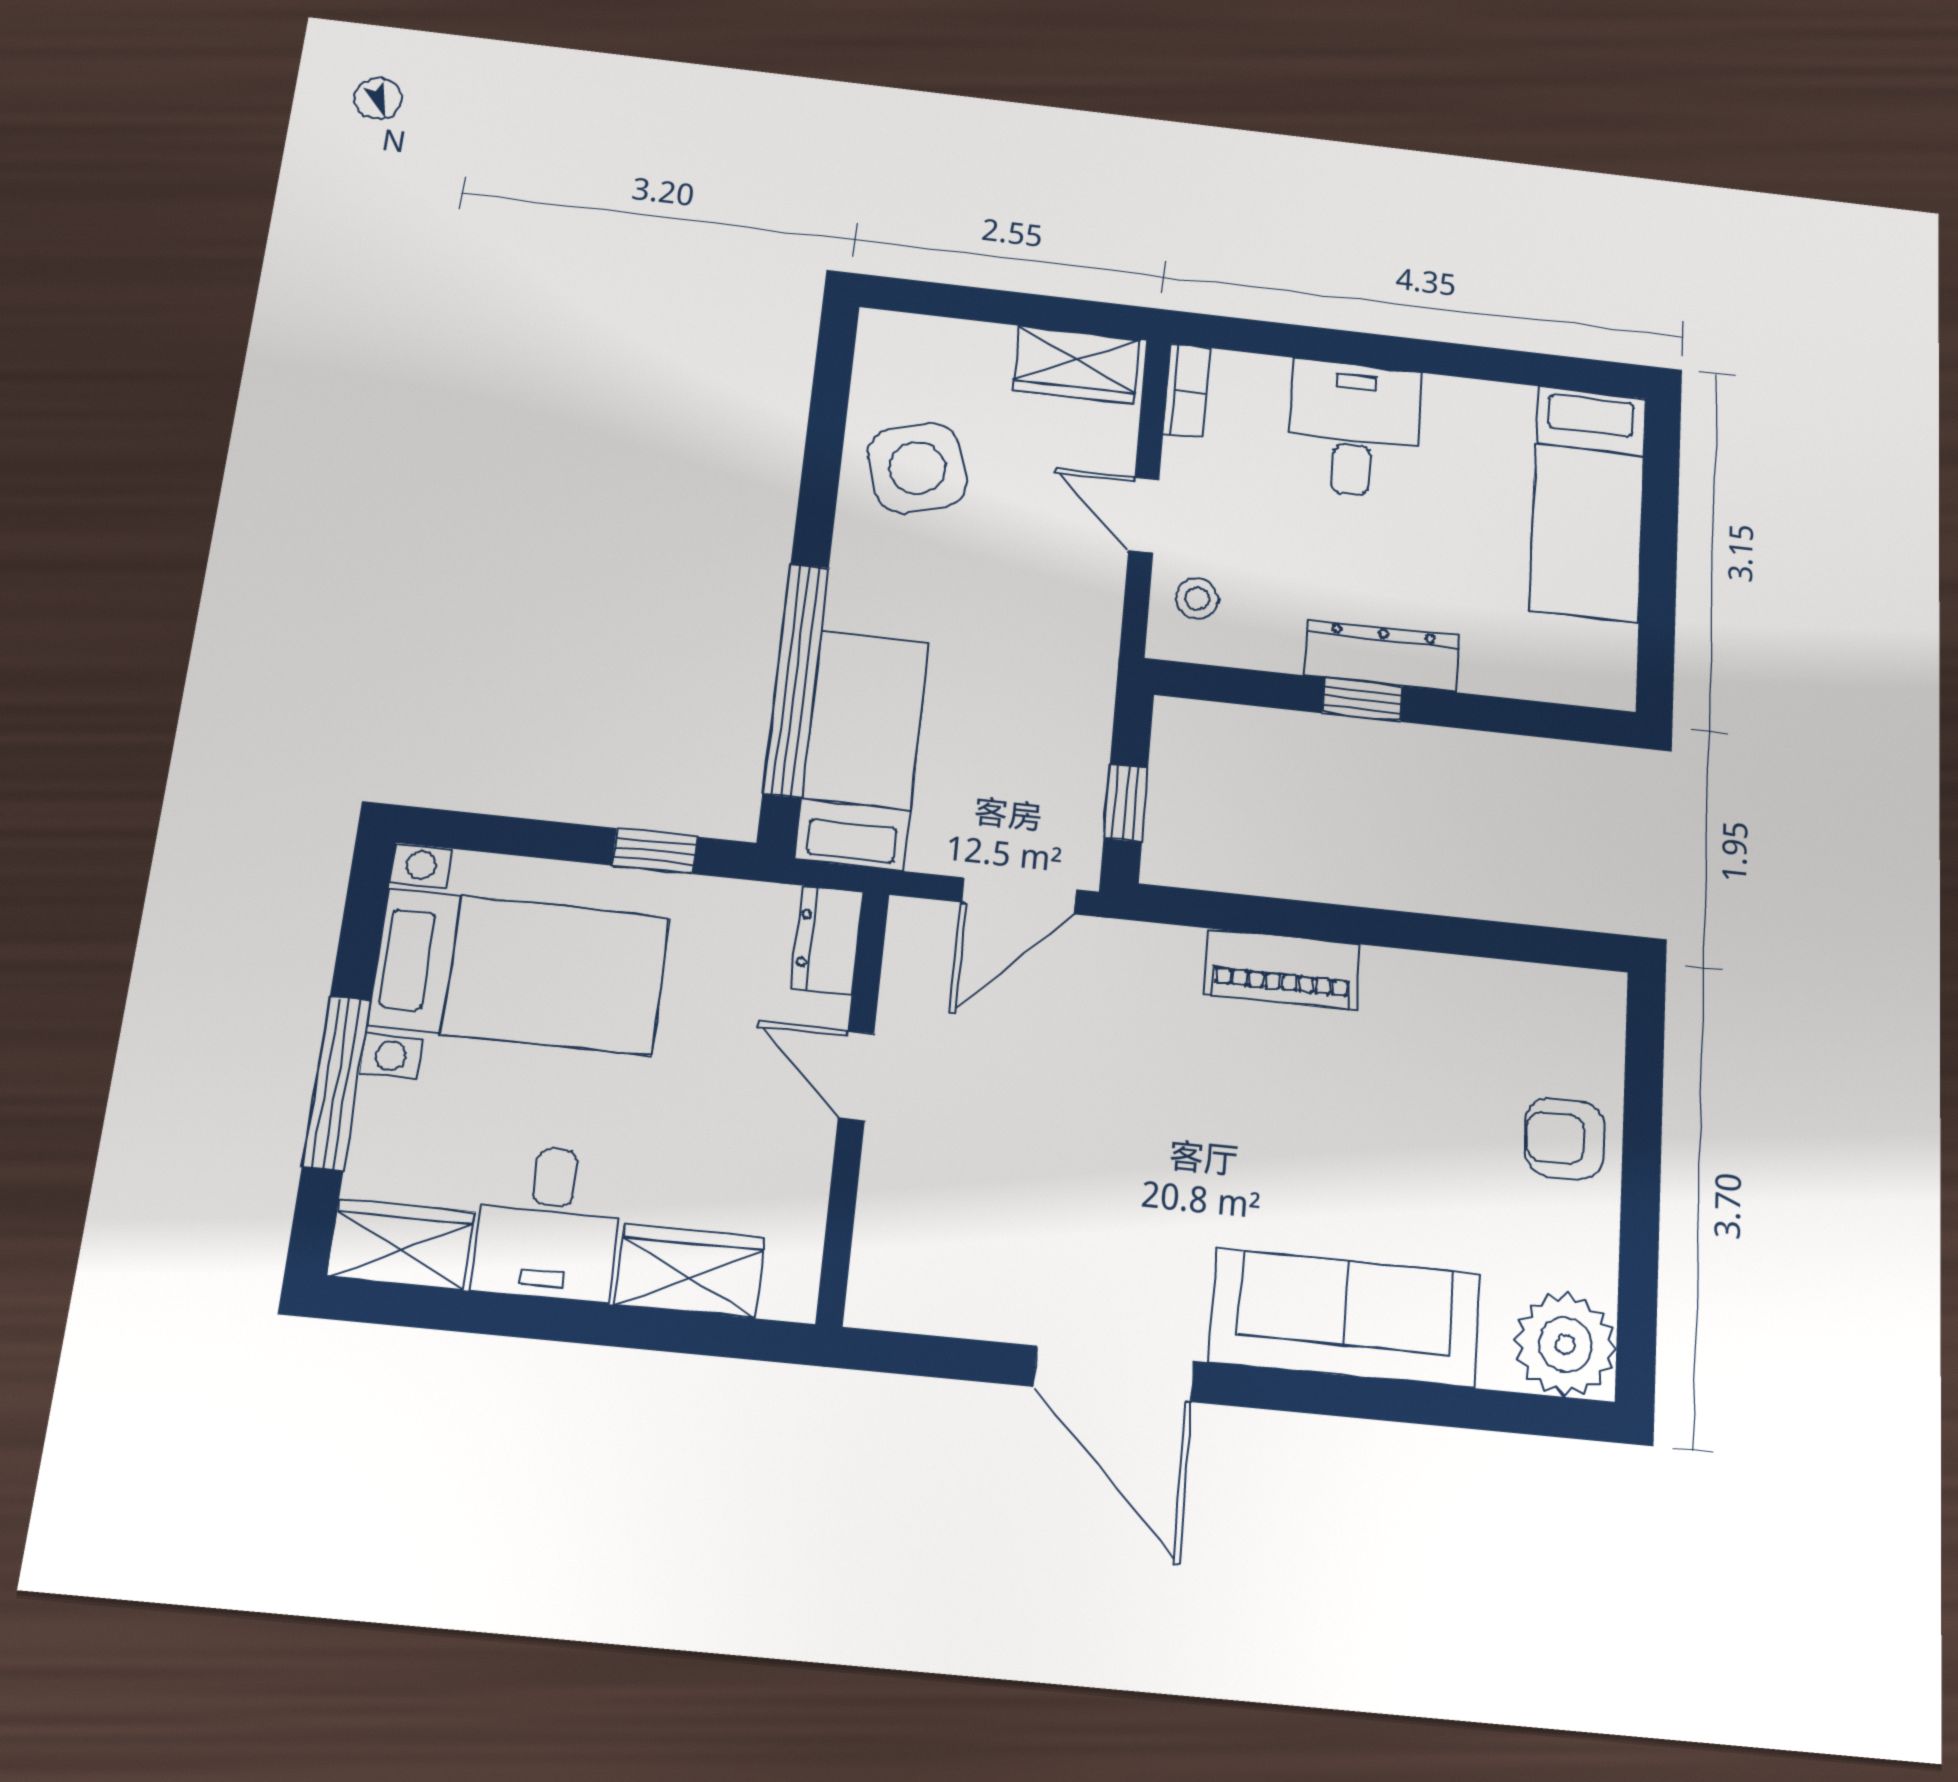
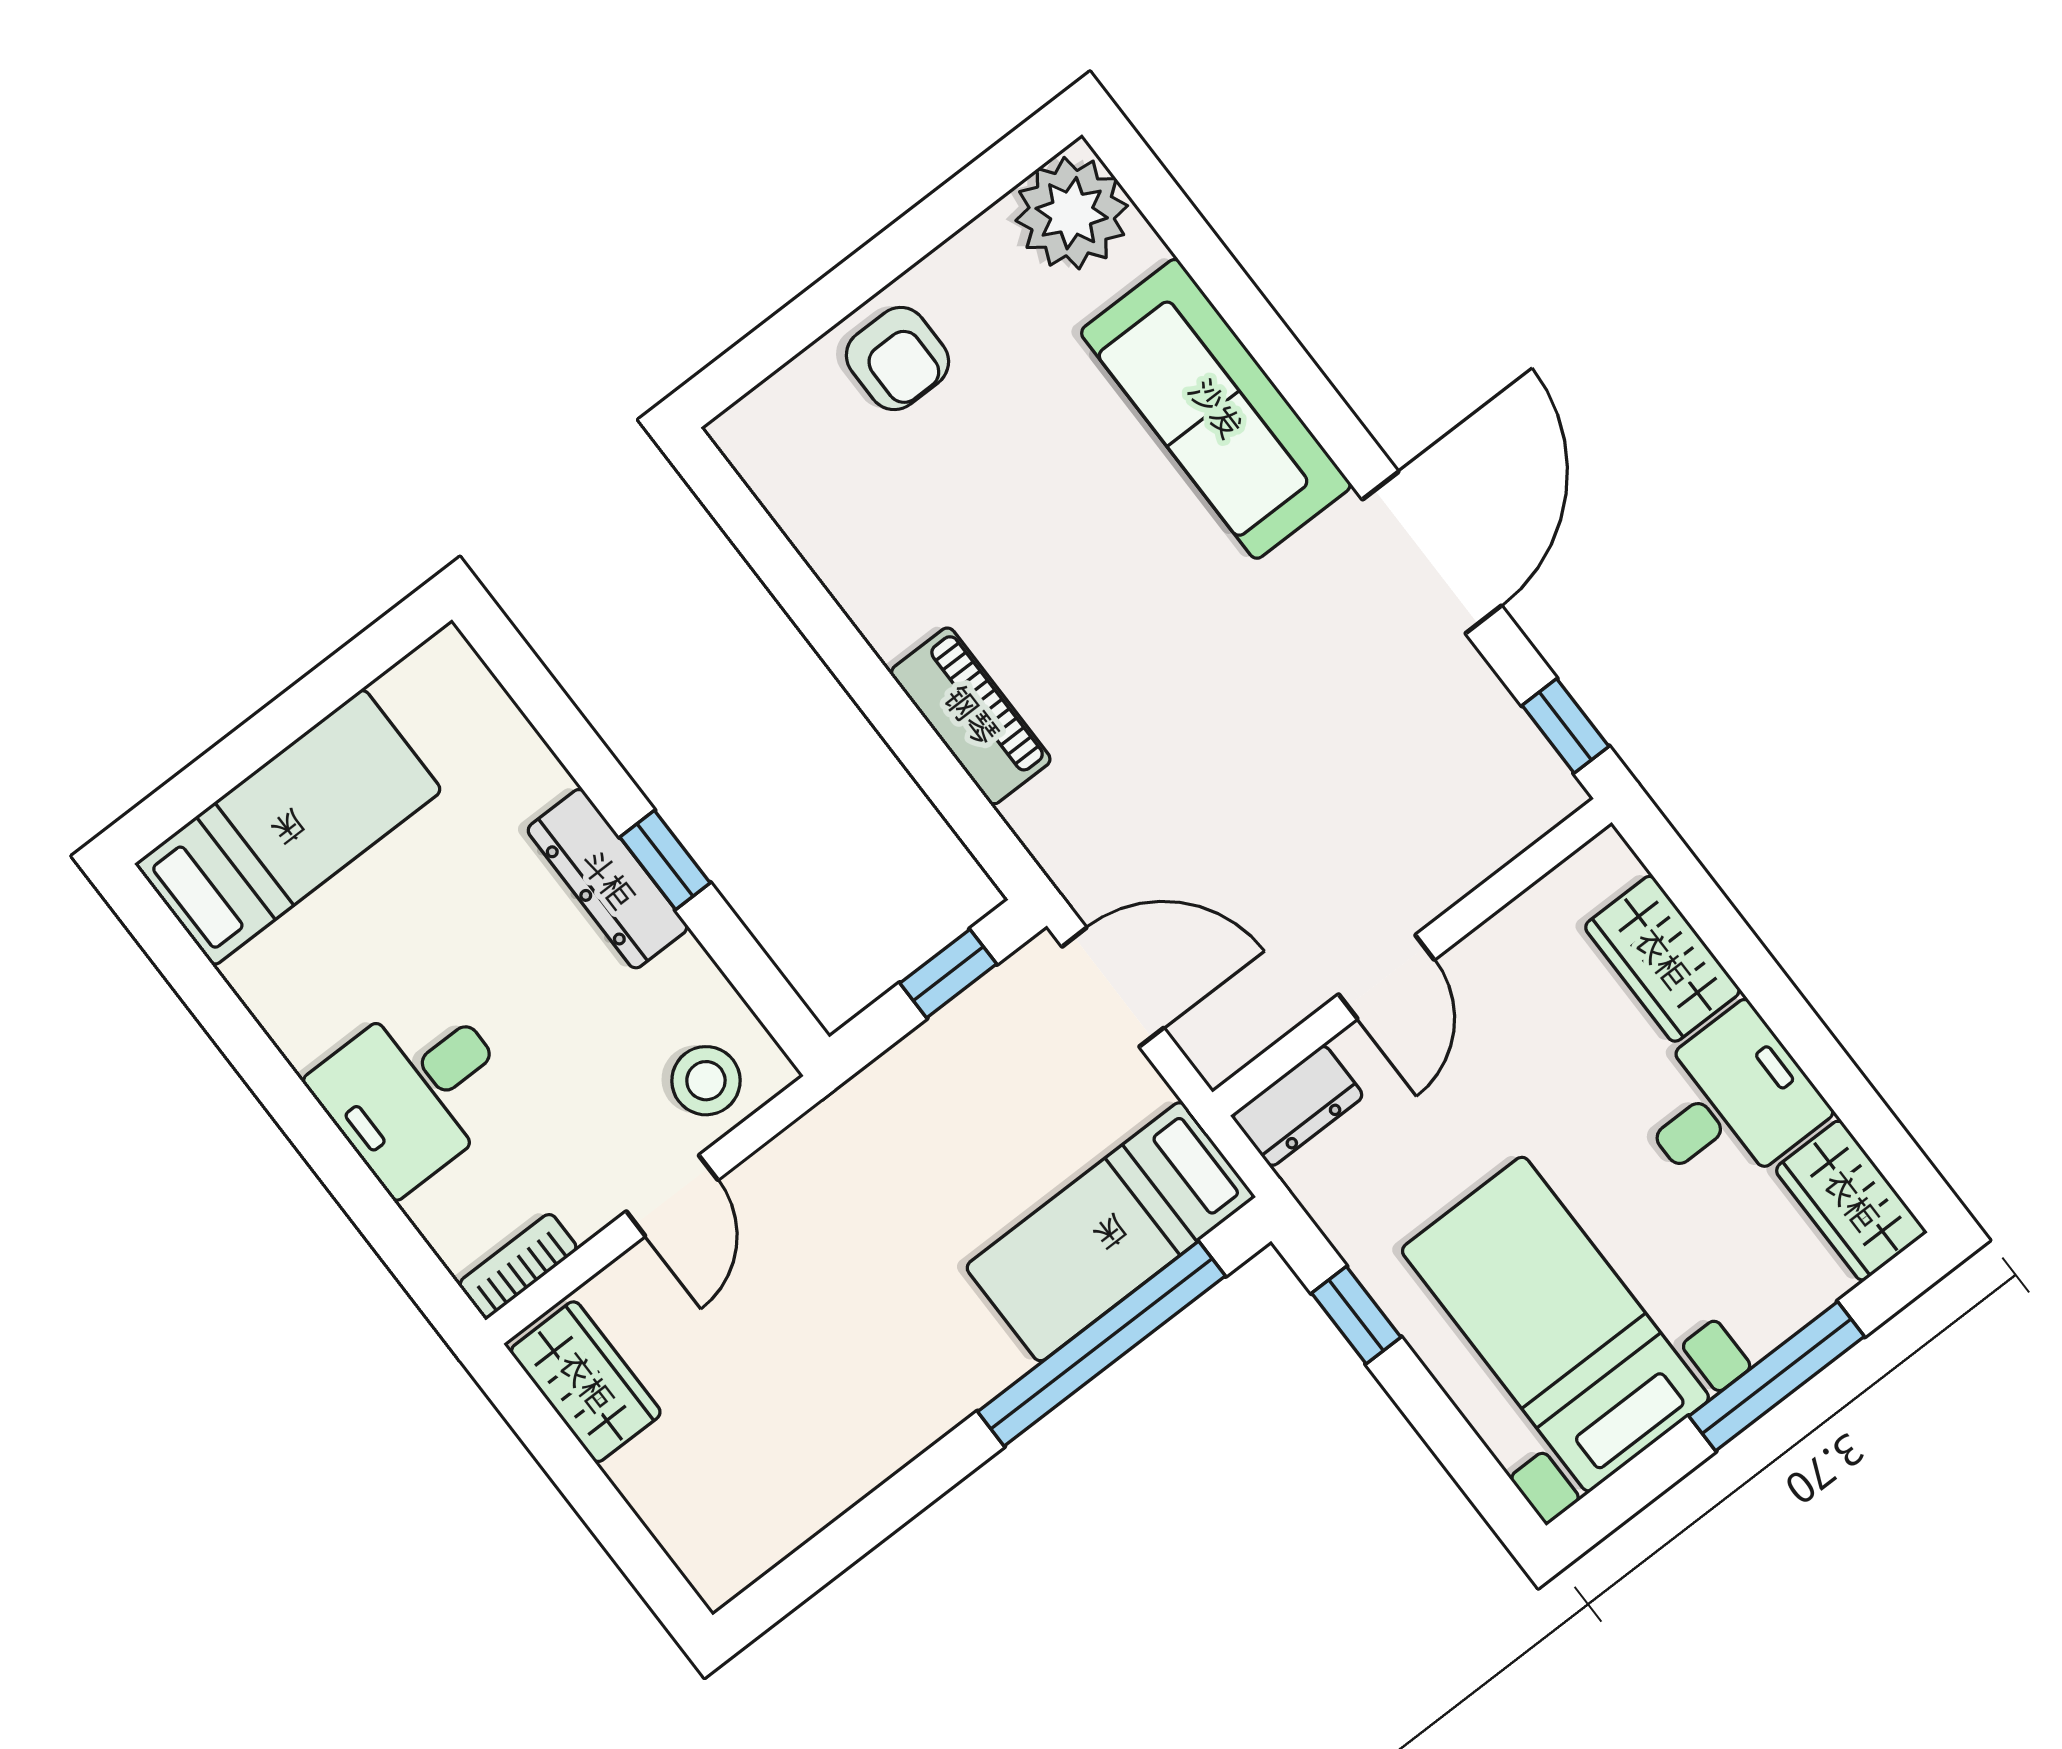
side table: (917, 468) -> (815, 1425), removed
stool: (1197, 598) -> (706, 1081), width x1.37, depth x1.37
window: (910, 1354) -> (1565, 726), added

